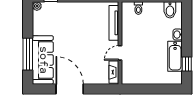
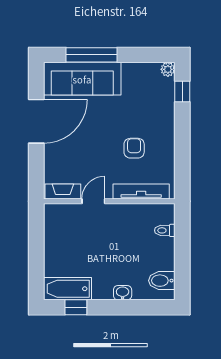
armchair: (87, 27) -> (134, 148), added
door: (120, 53) -> (93, 201), hinge flipped
bathtub: (175, 56) -> (68, 289), moved

